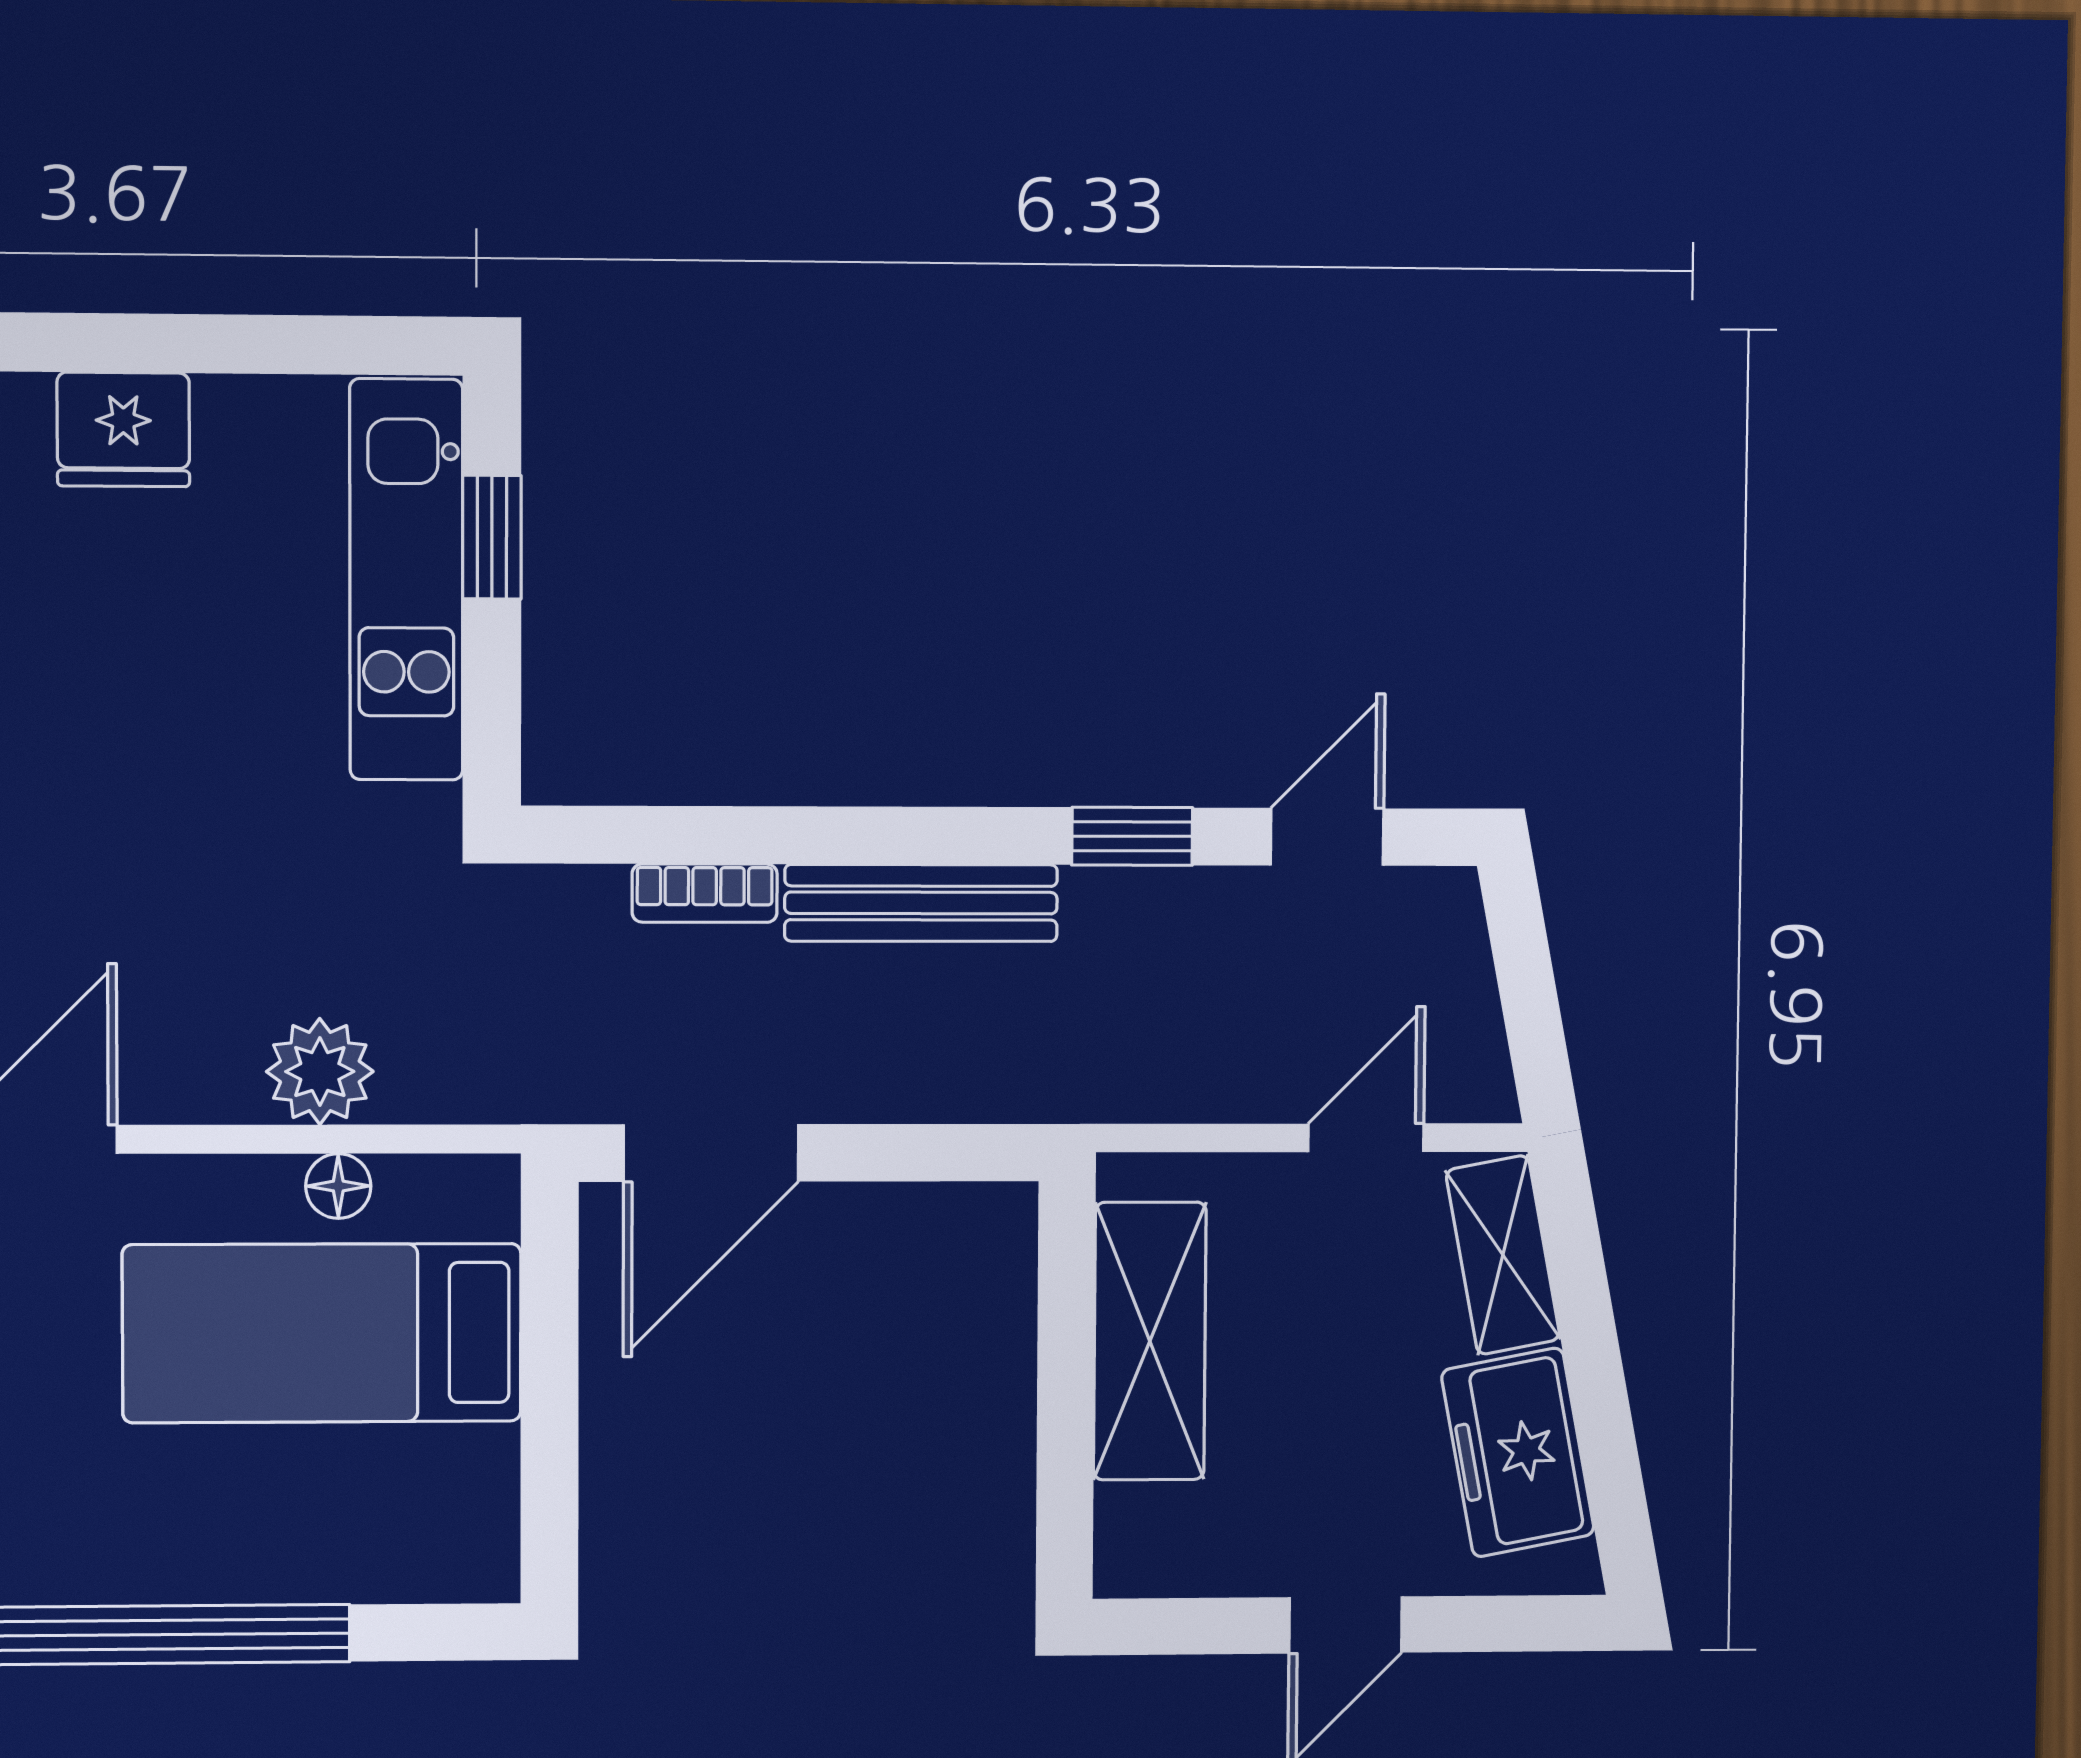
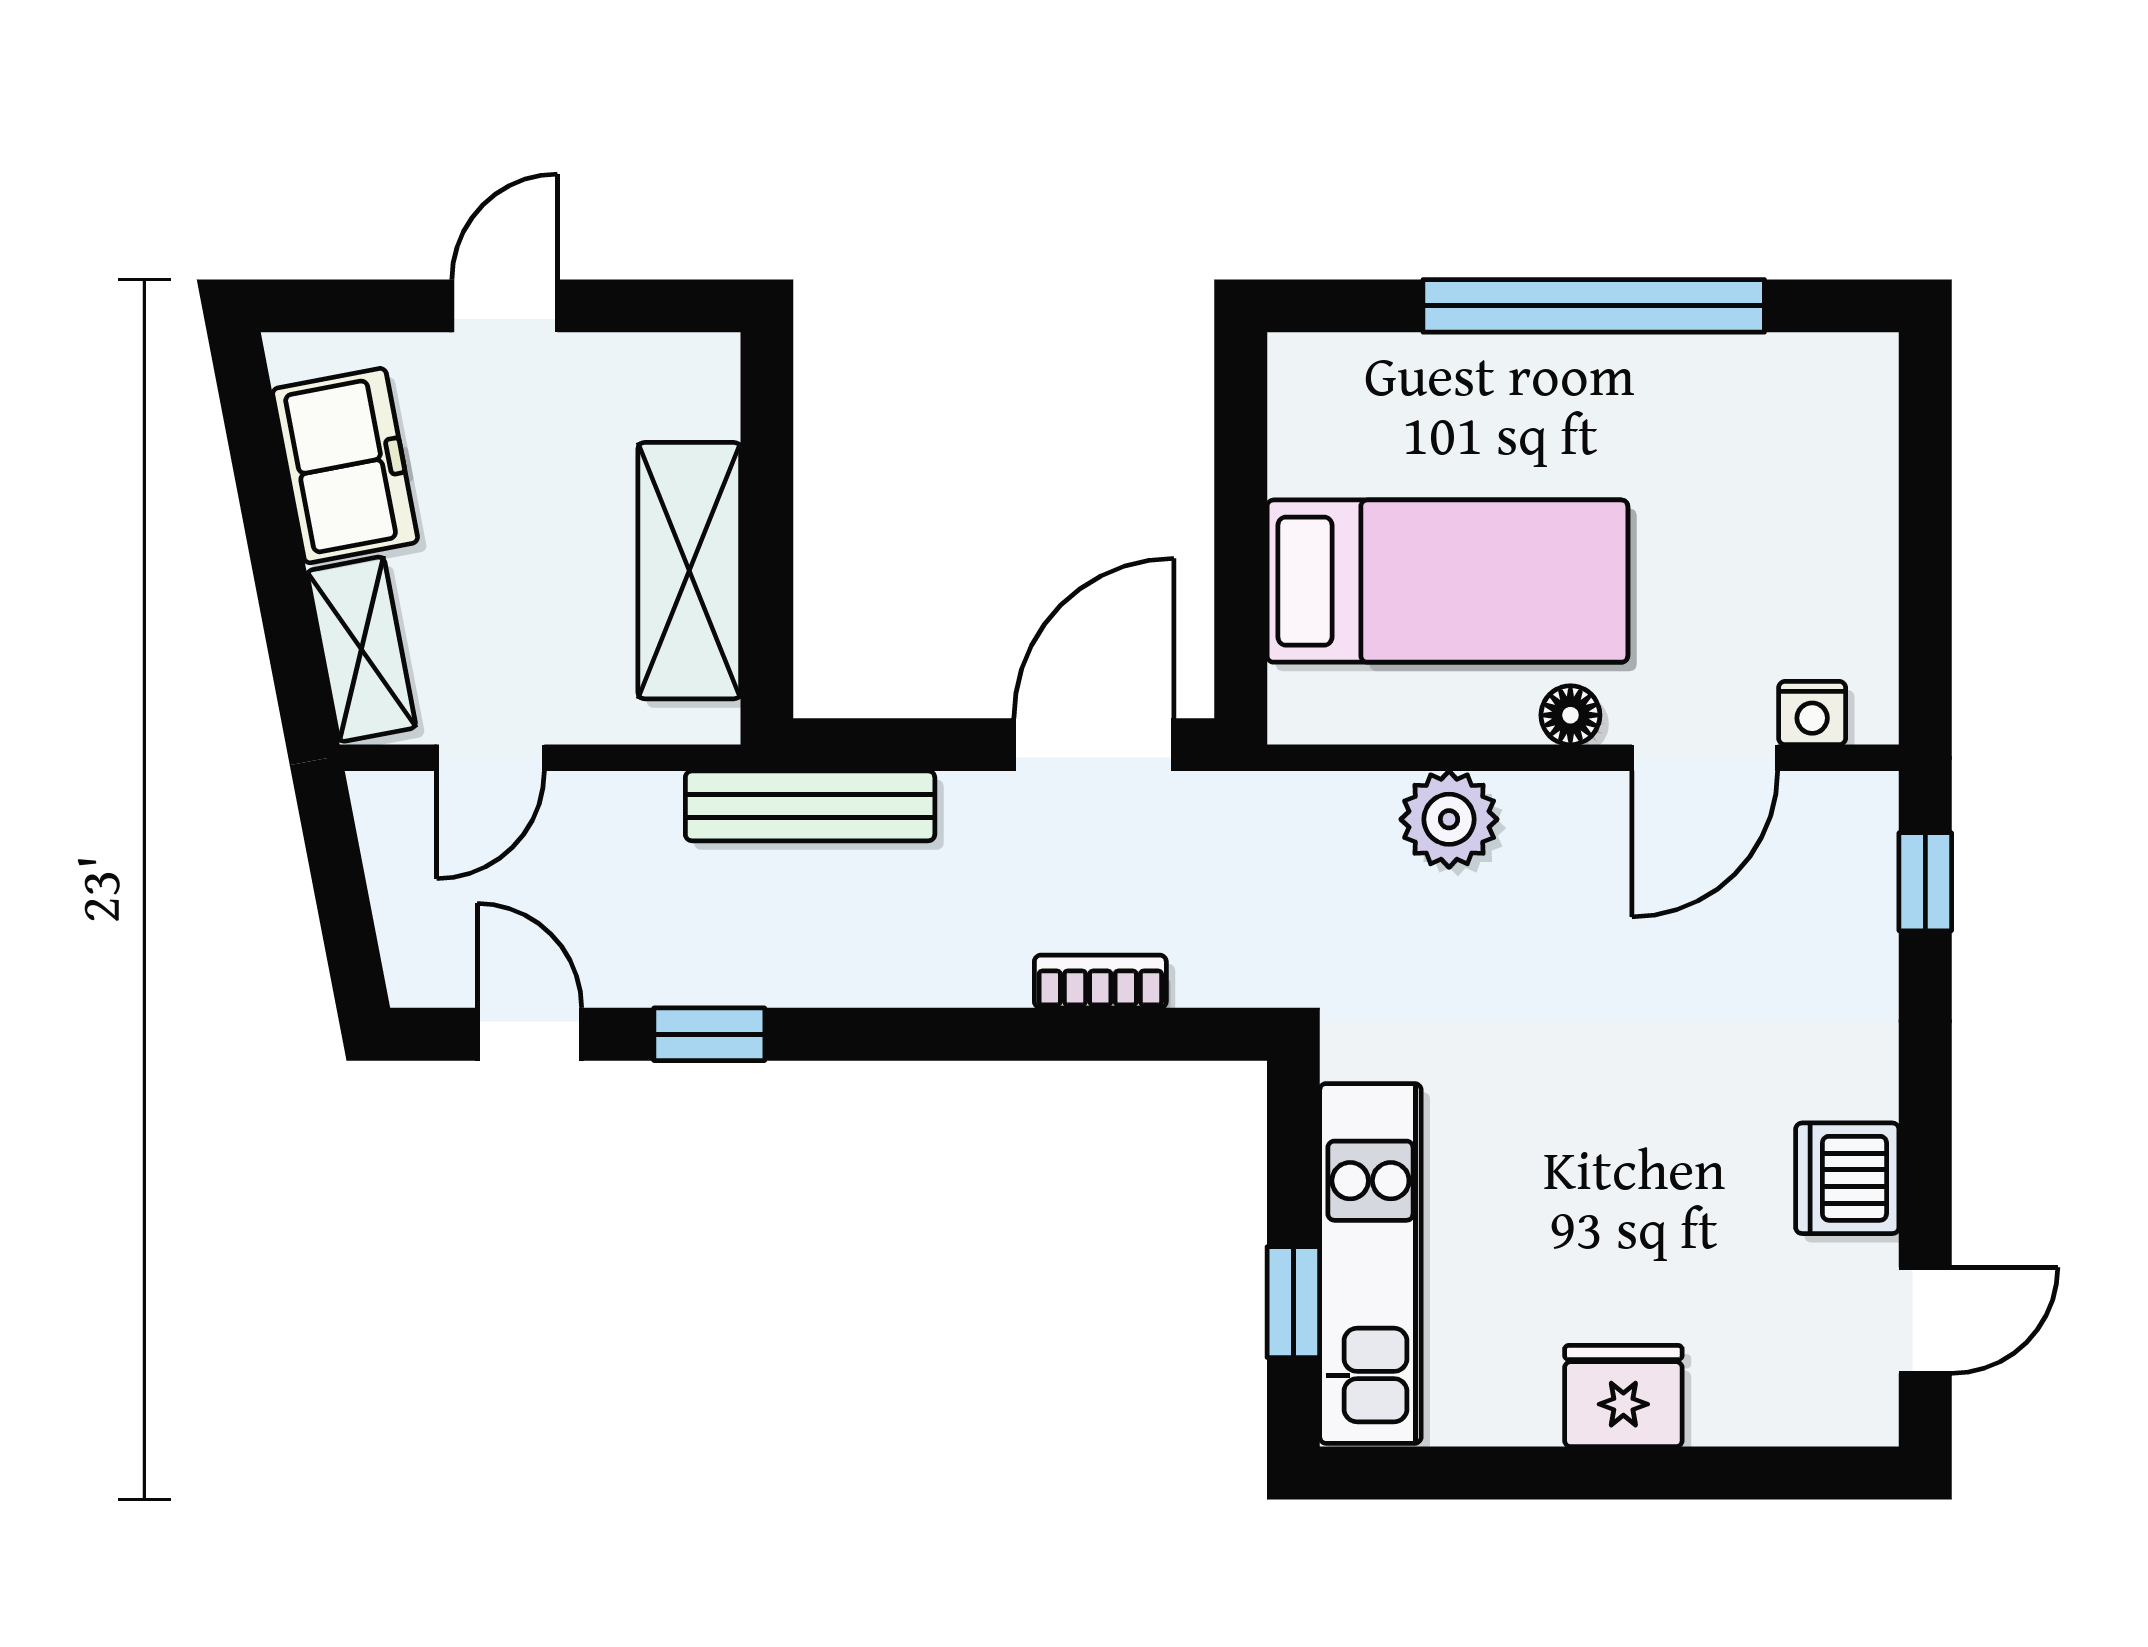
door: (1327, 837) -> (529, 1034), swing flipped
bench: (921, 903) -> (810, 806), moved
floor lamp: (338, 1186) -> (1570, 715), moved

